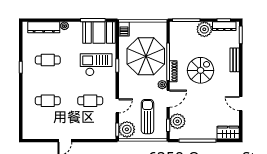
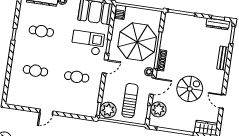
plant: (204, 29) -> (198, 24), removed
spiral stairs: (201, 70) -> (190, 89), moved
door: (117, 106) -> (105, 66), moved

